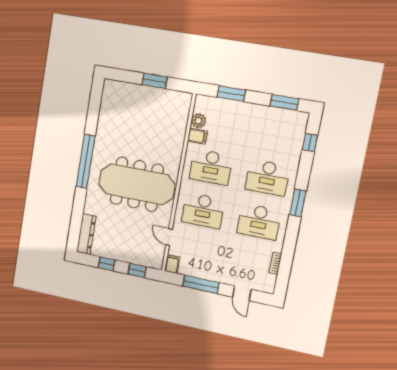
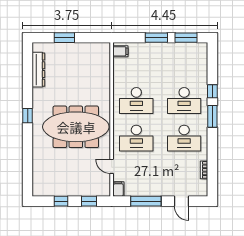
window: (155, 81) -> (64, 38), moved
window: (231, 94) -> (156, 38), moved
plant: (199, 121) -> (119, 64), removed
filing cabinet: (197, 136) -> (120, 51), moved
window: (310, 143) -> (212, 91), moved
window: (86, 161) -> (28, 116), width x0.32
dresser: (86, 234) -> (38, 70), moved

